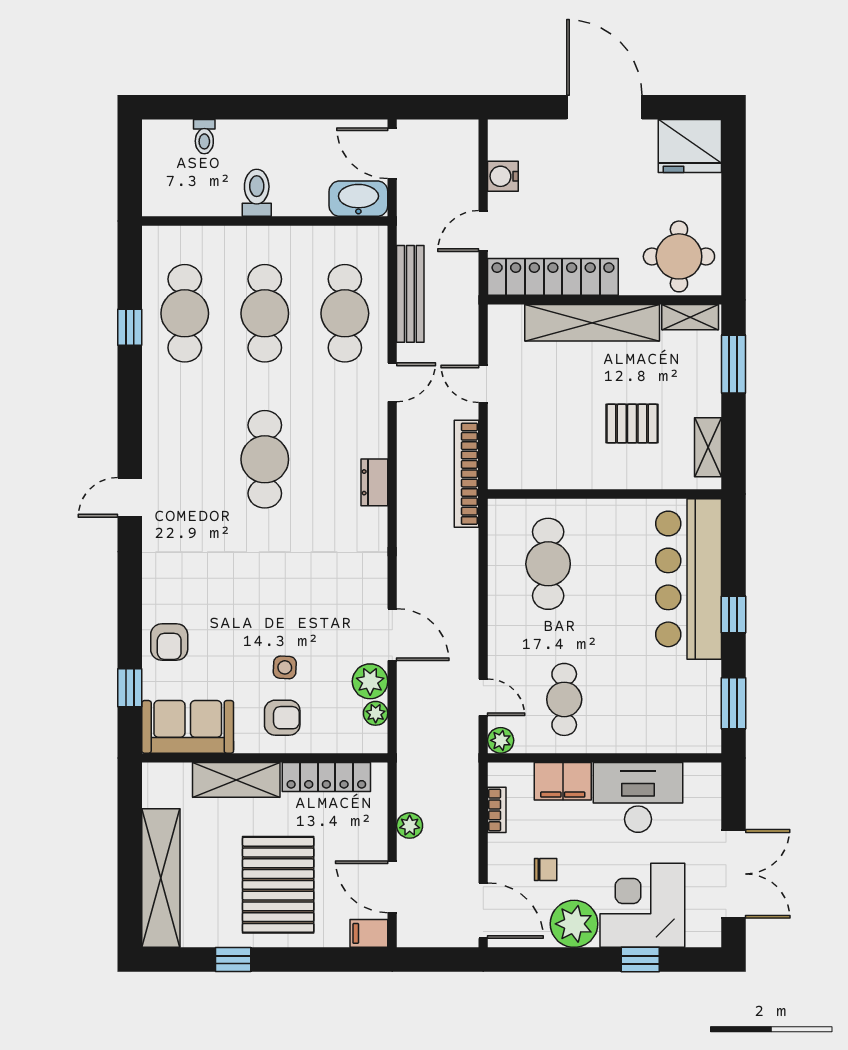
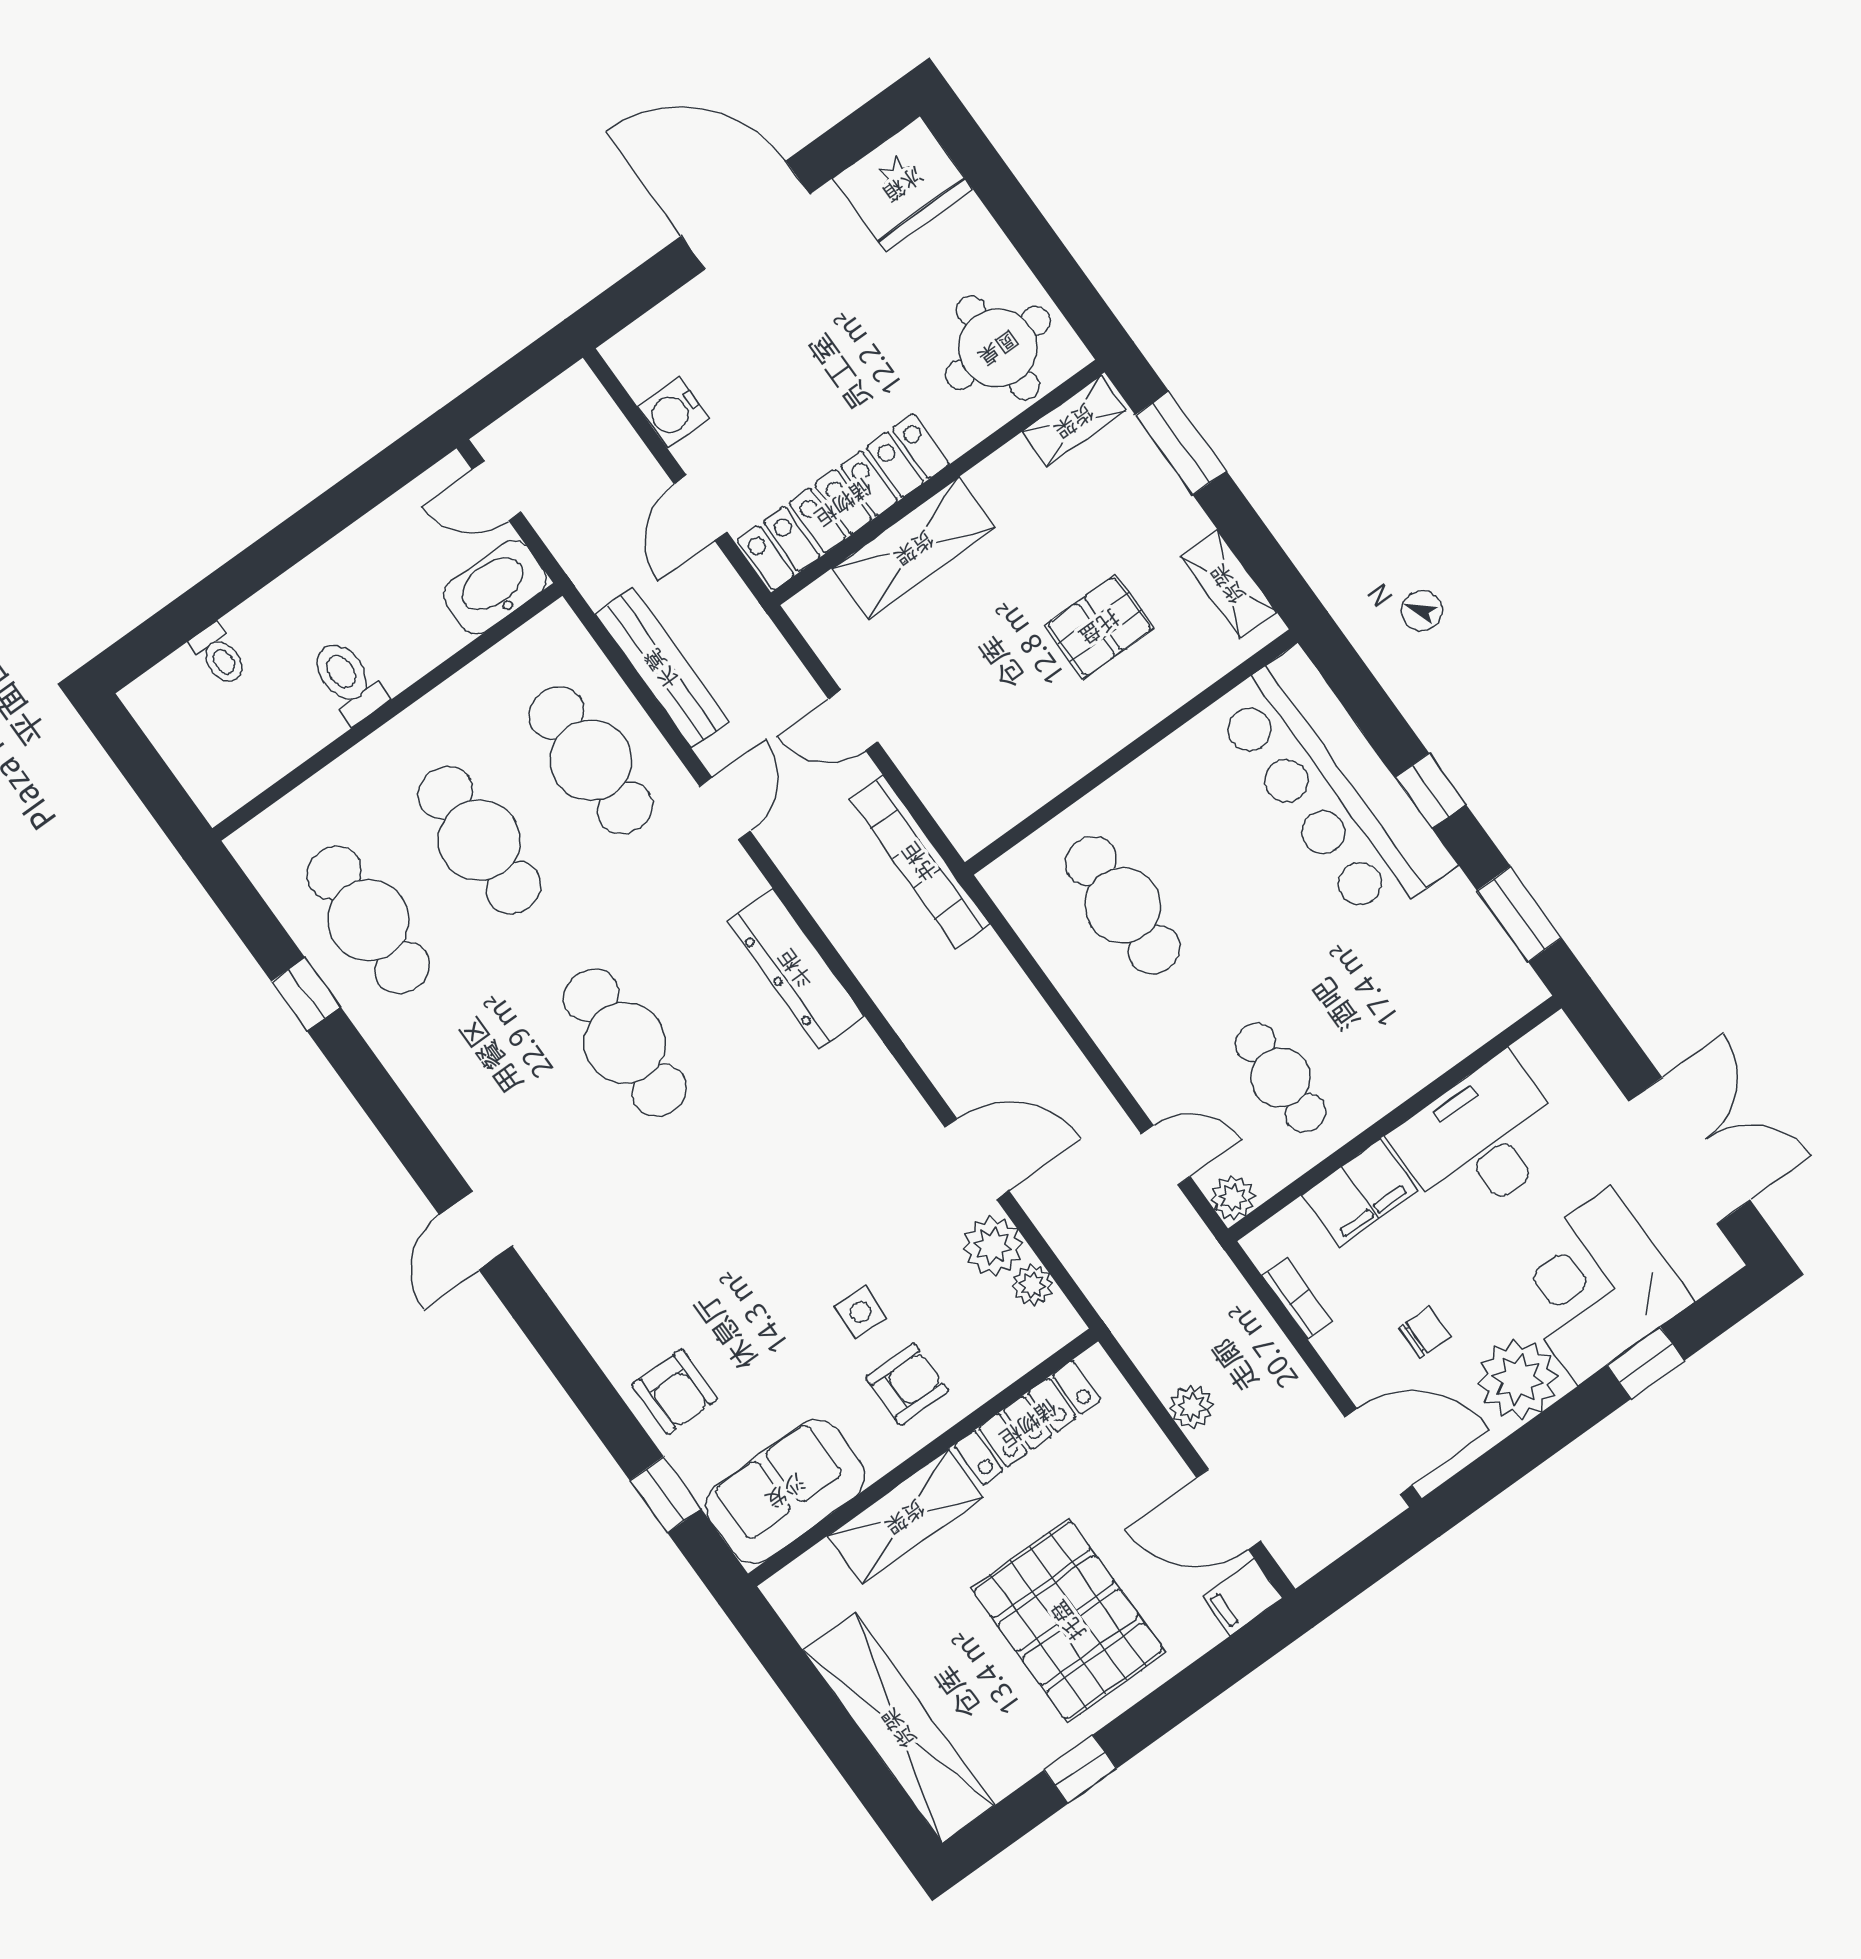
door: (392, 153) -> (497, 491), width x0.73
shelving: (592, 323) -> (914, 548), width x0.68
dresser: (374, 482) -> (796, 969), width x1.96, depth x1.24

